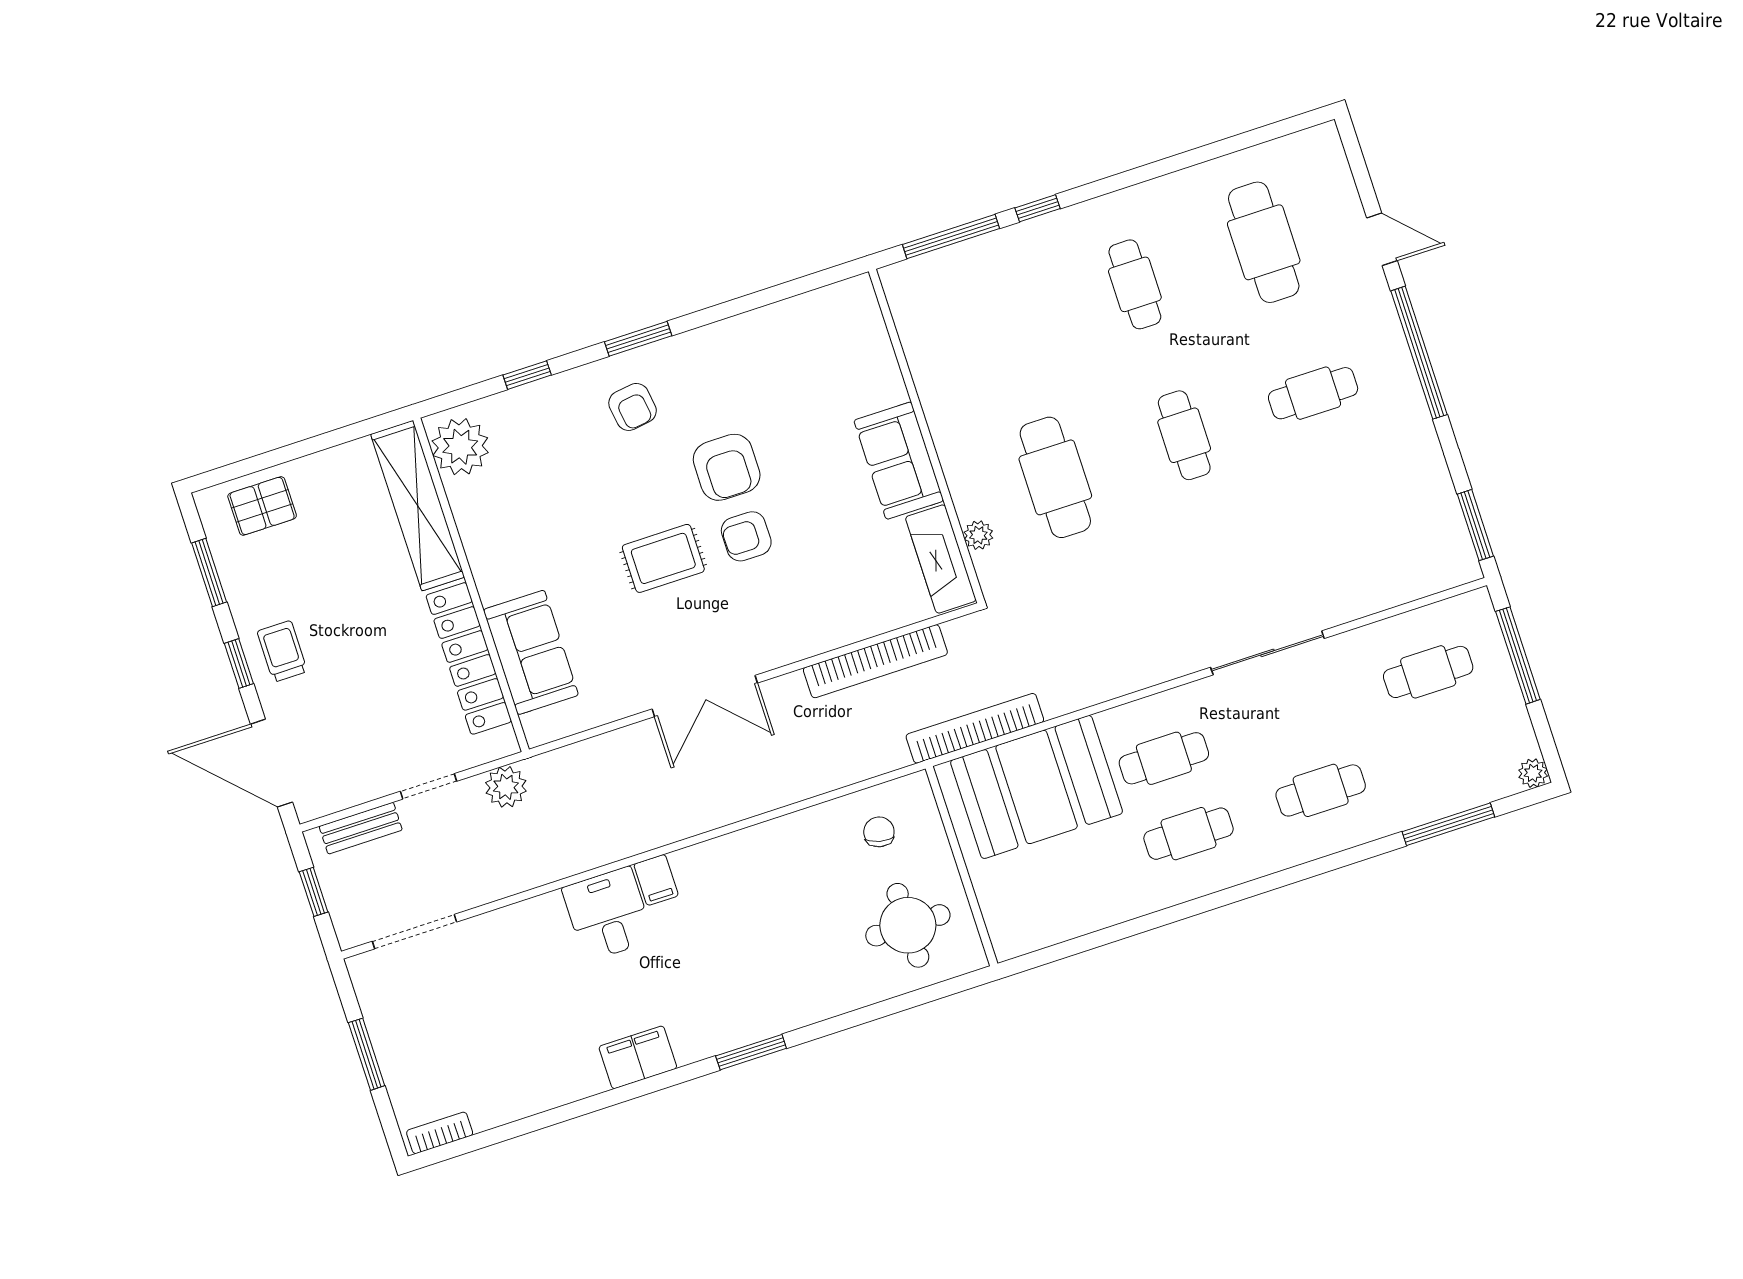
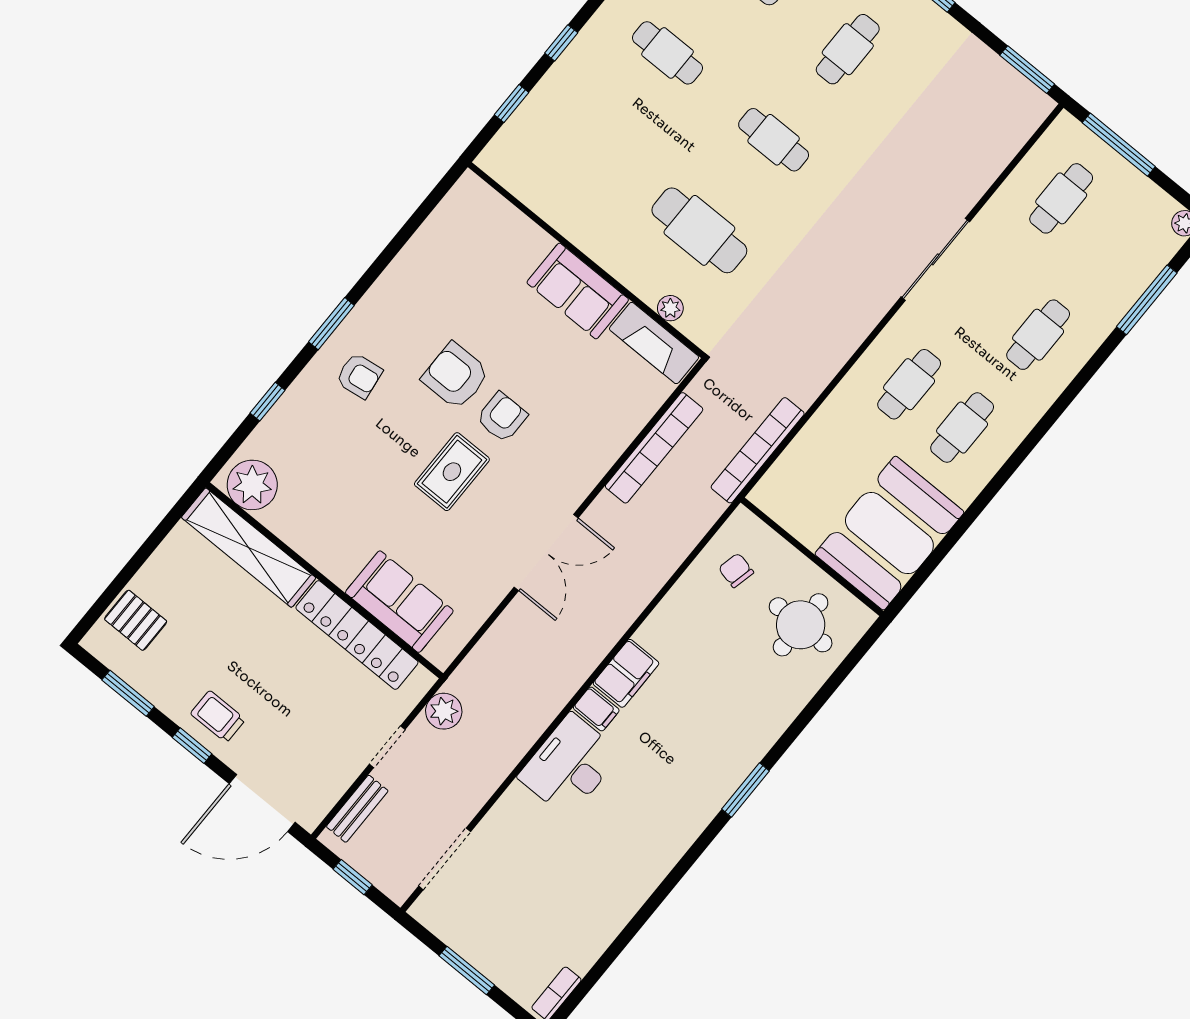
window: (951, 236) -> (511, 104), width x0.46
armchair: (727, 467) -> (456, 376), turned 180
pallet: (262, 506) -> (136, 620), turned 90
armchair: (746, 536) -> (502, 417), turned 180
booth: (1037, 787) -> (889, 533), moved
desk: (608, 914) -> (570, 765), width x1.37
filing cabinet: (638, 1057) -> (626, 673), moved, turned 180

